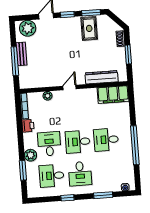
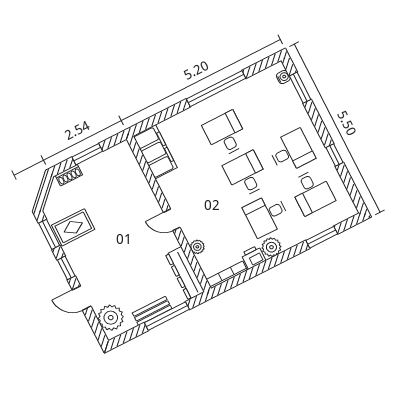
dresser: (102, 77) -> (185, 273), moved
desk: (106, 140) -> (226, 134), turned 180
desk: (78, 142) -> (246, 174), turned 180
plant: (30, 155) -> (271, 247), moved
window: (103, 195) -> (300, 88), moved

